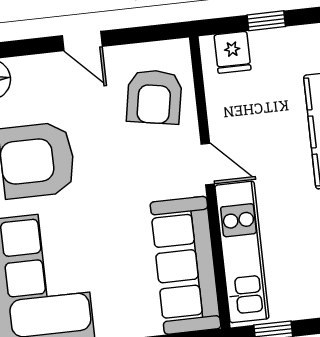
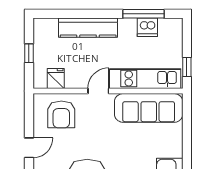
fridge: (232, 52) -> (56, 78), moved, turned -90
armchair: (154, 97) -> (61, 114), turned 80

